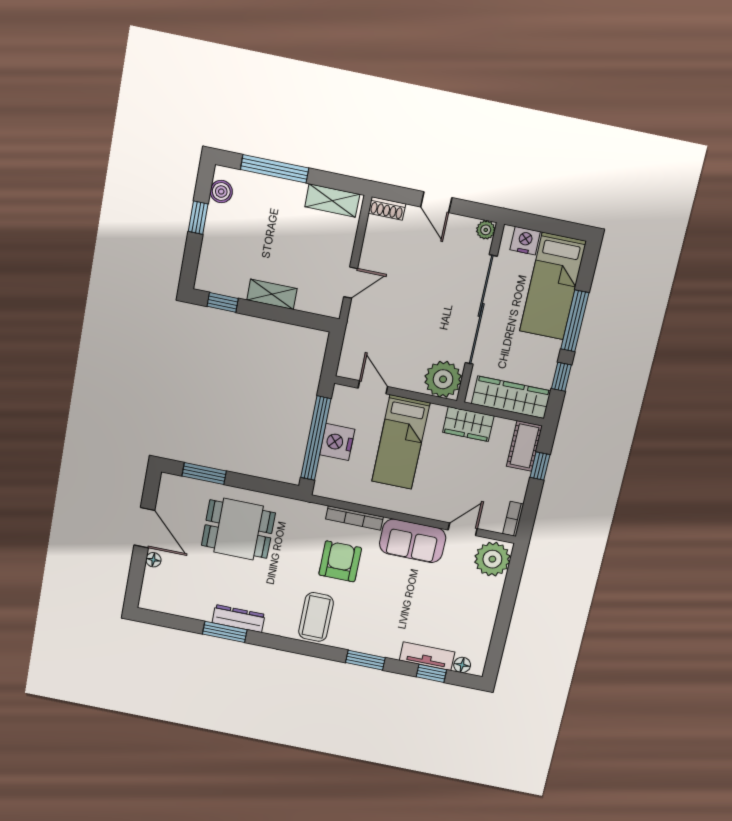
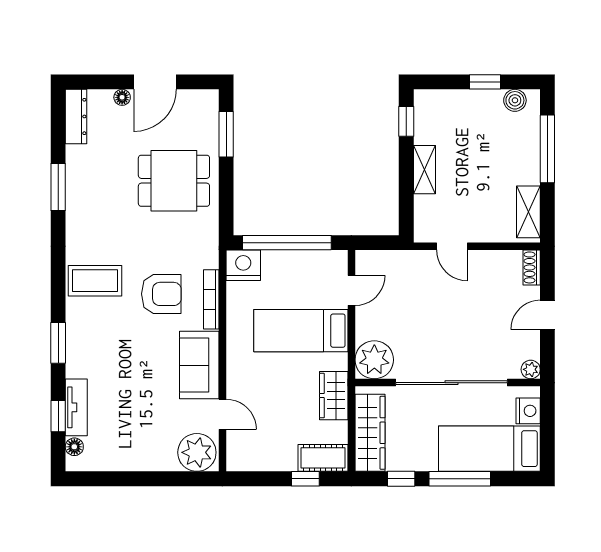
nightstand: (337, 442) -> (243, 265), moved
bookcase: (513, 519) -> (244, 464), removed
dining table: (238, 529) -> (174, 181), turned 90
dresser: (239, 619) -> (76, 116), moved

